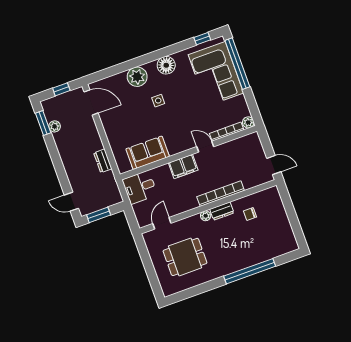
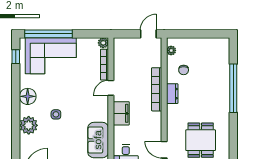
plant: (206, 216) -> (171, 50), moved

